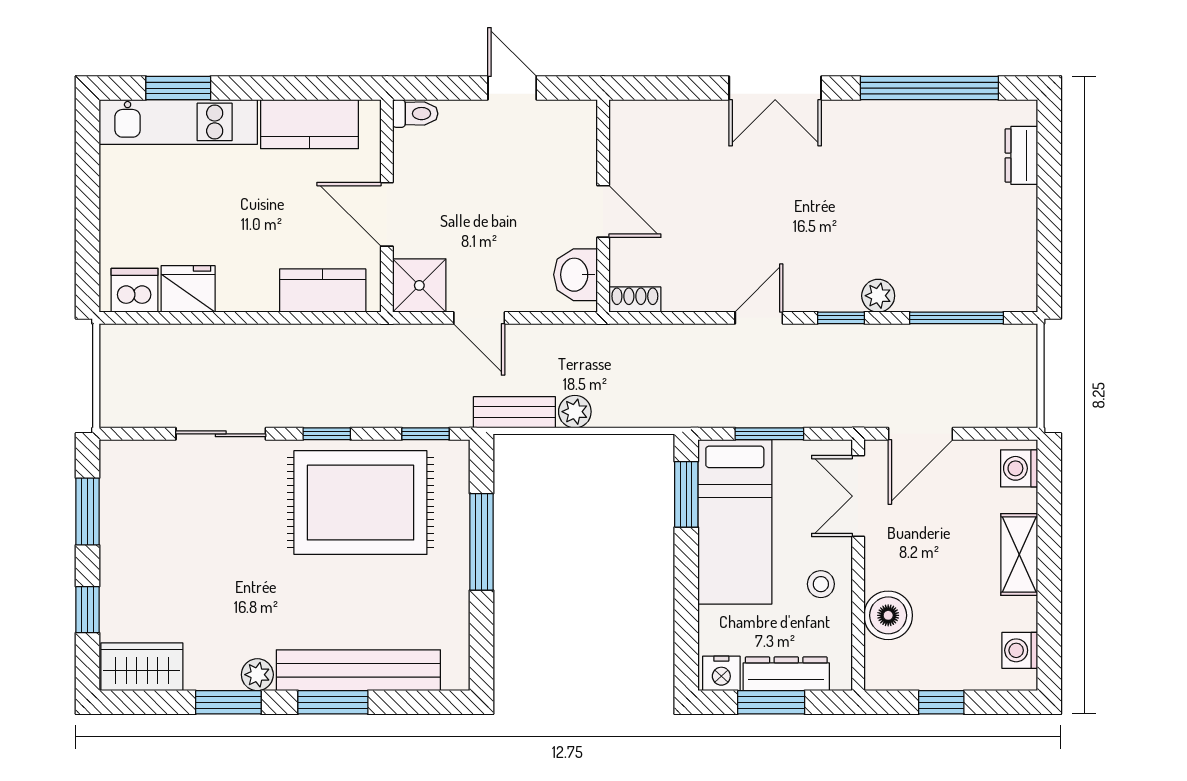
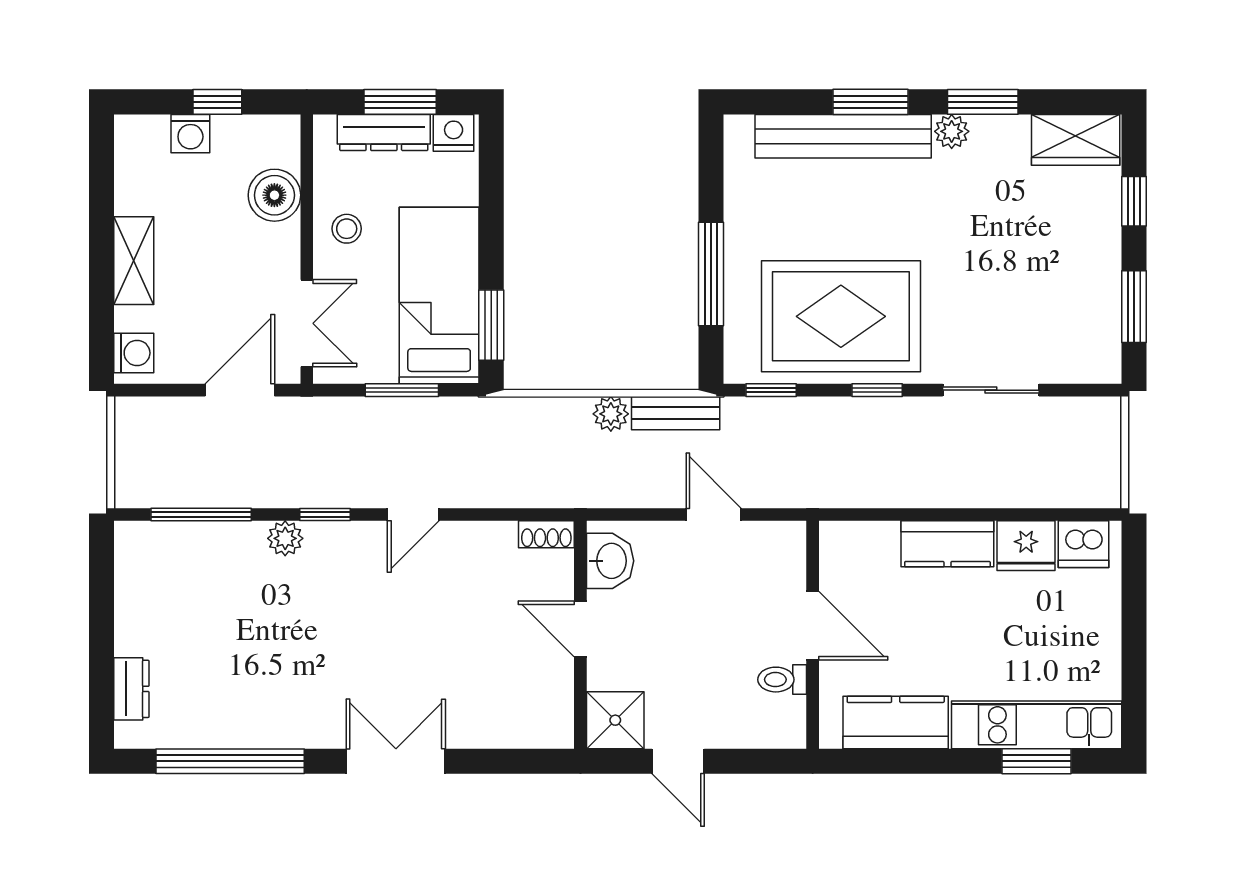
toilet: (415, 114) -> (782, 680), moved
shower: (419, 285) -> (615, 720), moved
kitchen counter: (323, 291) -> (947, 544), moved
washing machine: (1020, 650) -> (190, 134), moved, turned 90

